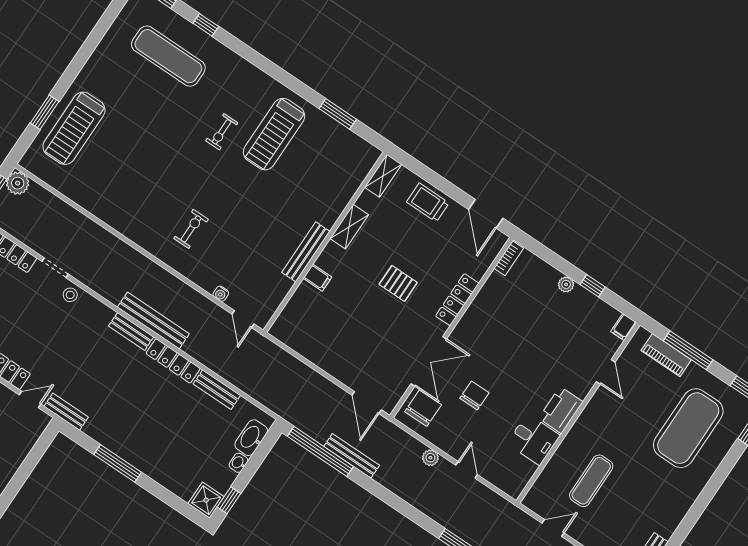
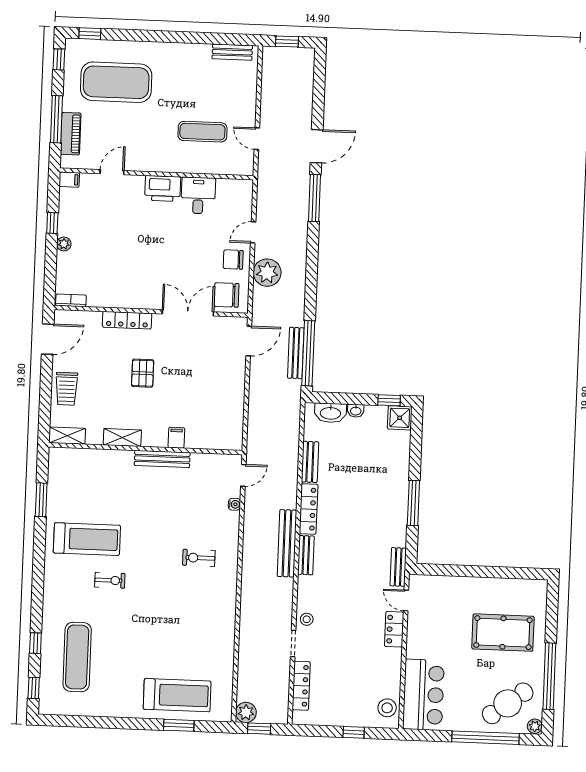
chair: (474, 395) -> (233, 260), moved
bench: (352, 456) -> (296, 353), moved
plant: (430, 458) -> (267, 273), width x1.88, depth x1.88

